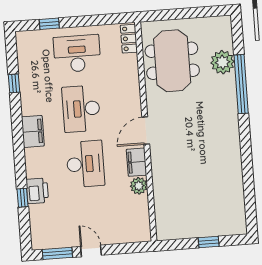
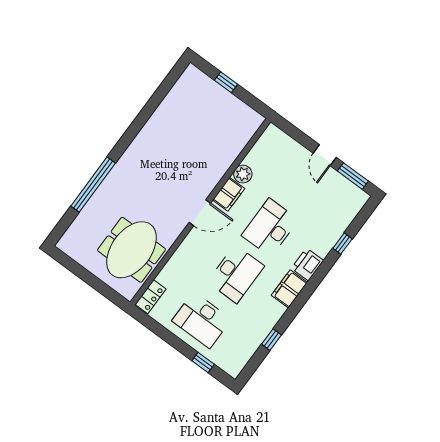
plant: (222, 62) -> (93, 214), removed
printer: (37, 191) -> (307, 264), moved

